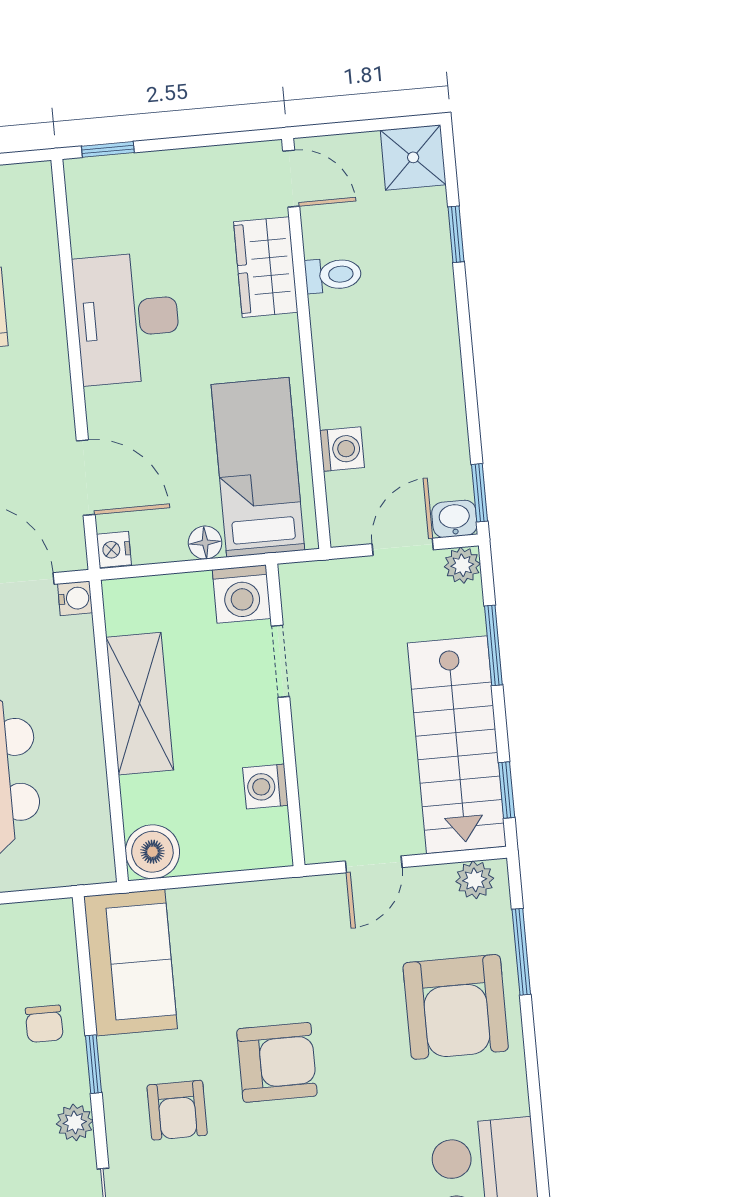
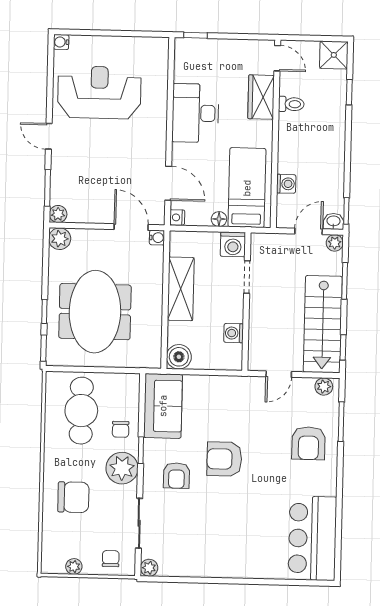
armchair: (456, 1007) -> (308, 443), width x0.73, depth x0.73
armchair: (277, 1062) -> (224, 459), turned 180
plant: (75, 1122) -> (122, 468), width x1.88, depth x1.88

